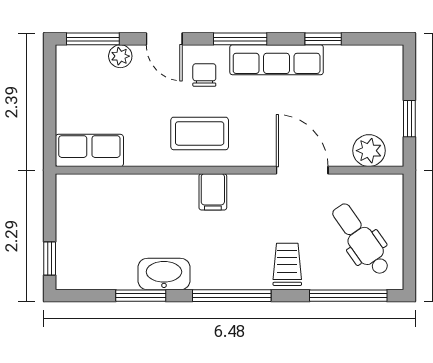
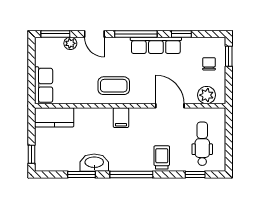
window: (240, 39) -> (136, 34), width x1.44
chair: (204, 75) -> (209, 64), moved
window: (409, 119) -> (229, 56), moved
row of seats: (89, 150) -> (44, 85), moved, turned 90
kitchen counter: (91, 191) -> (54, 117), added
dental chair: (361, 239) -> (202, 144), turned 35
window: (348, 296) -> (195, 175), width x0.46

